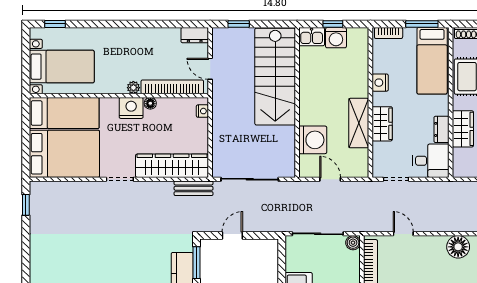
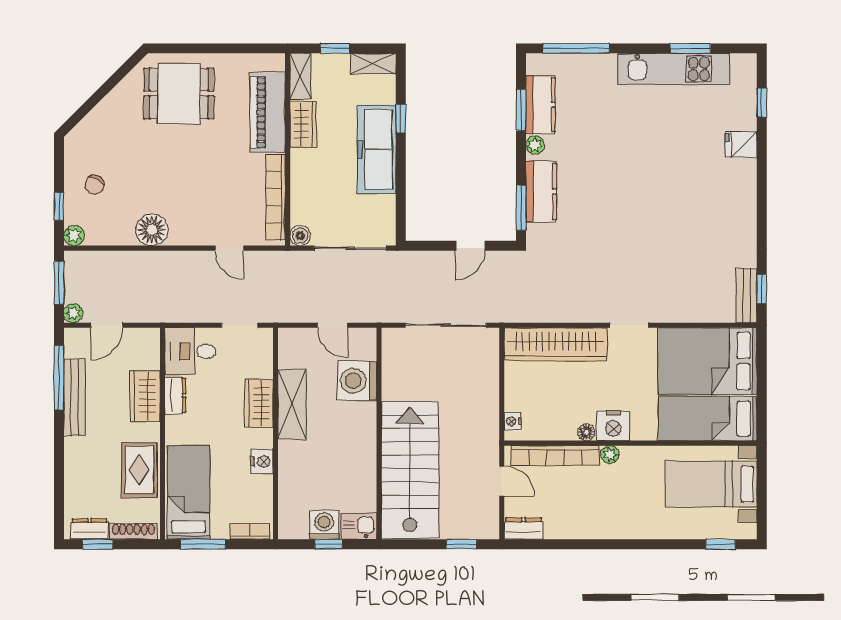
bench: (194, 188) -> (747, 296), moved, turned 90

